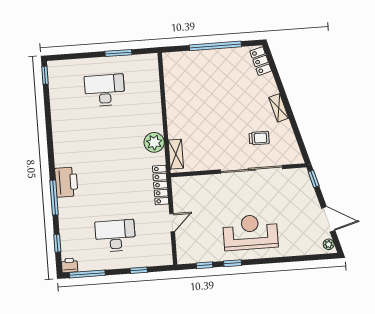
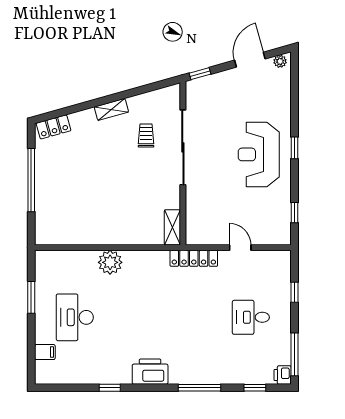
filing cabinet: (74, 68) -> (45, 352), added
window: (45, 75) -> (110, 388), moved
plant: (154, 142) -> (110, 262), moved
shelving: (176, 154) -> (172, 227), moved, turned 90
printer: (66, 182) -> (150, 372), moved
desk: (115, 236) -> (251, 317), width x0.73
window: (233, 263) -> (294, 148), moved

